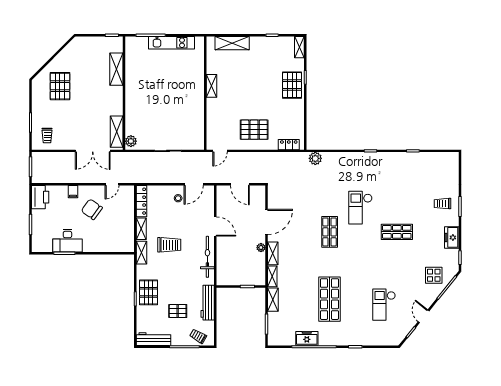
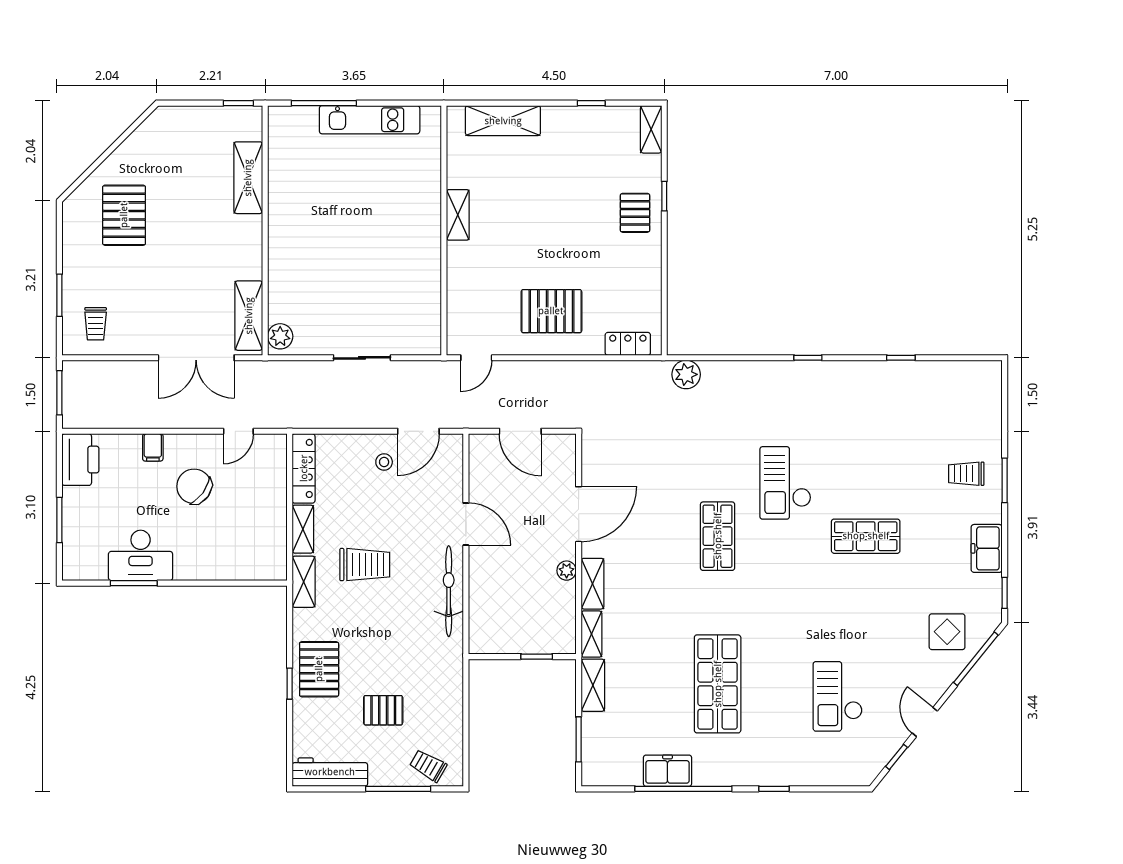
pallet: (292, 85) -> (635, 213), width x0.67, depth x0.71
workbench: (208, 303) -> (449, 692), removed

